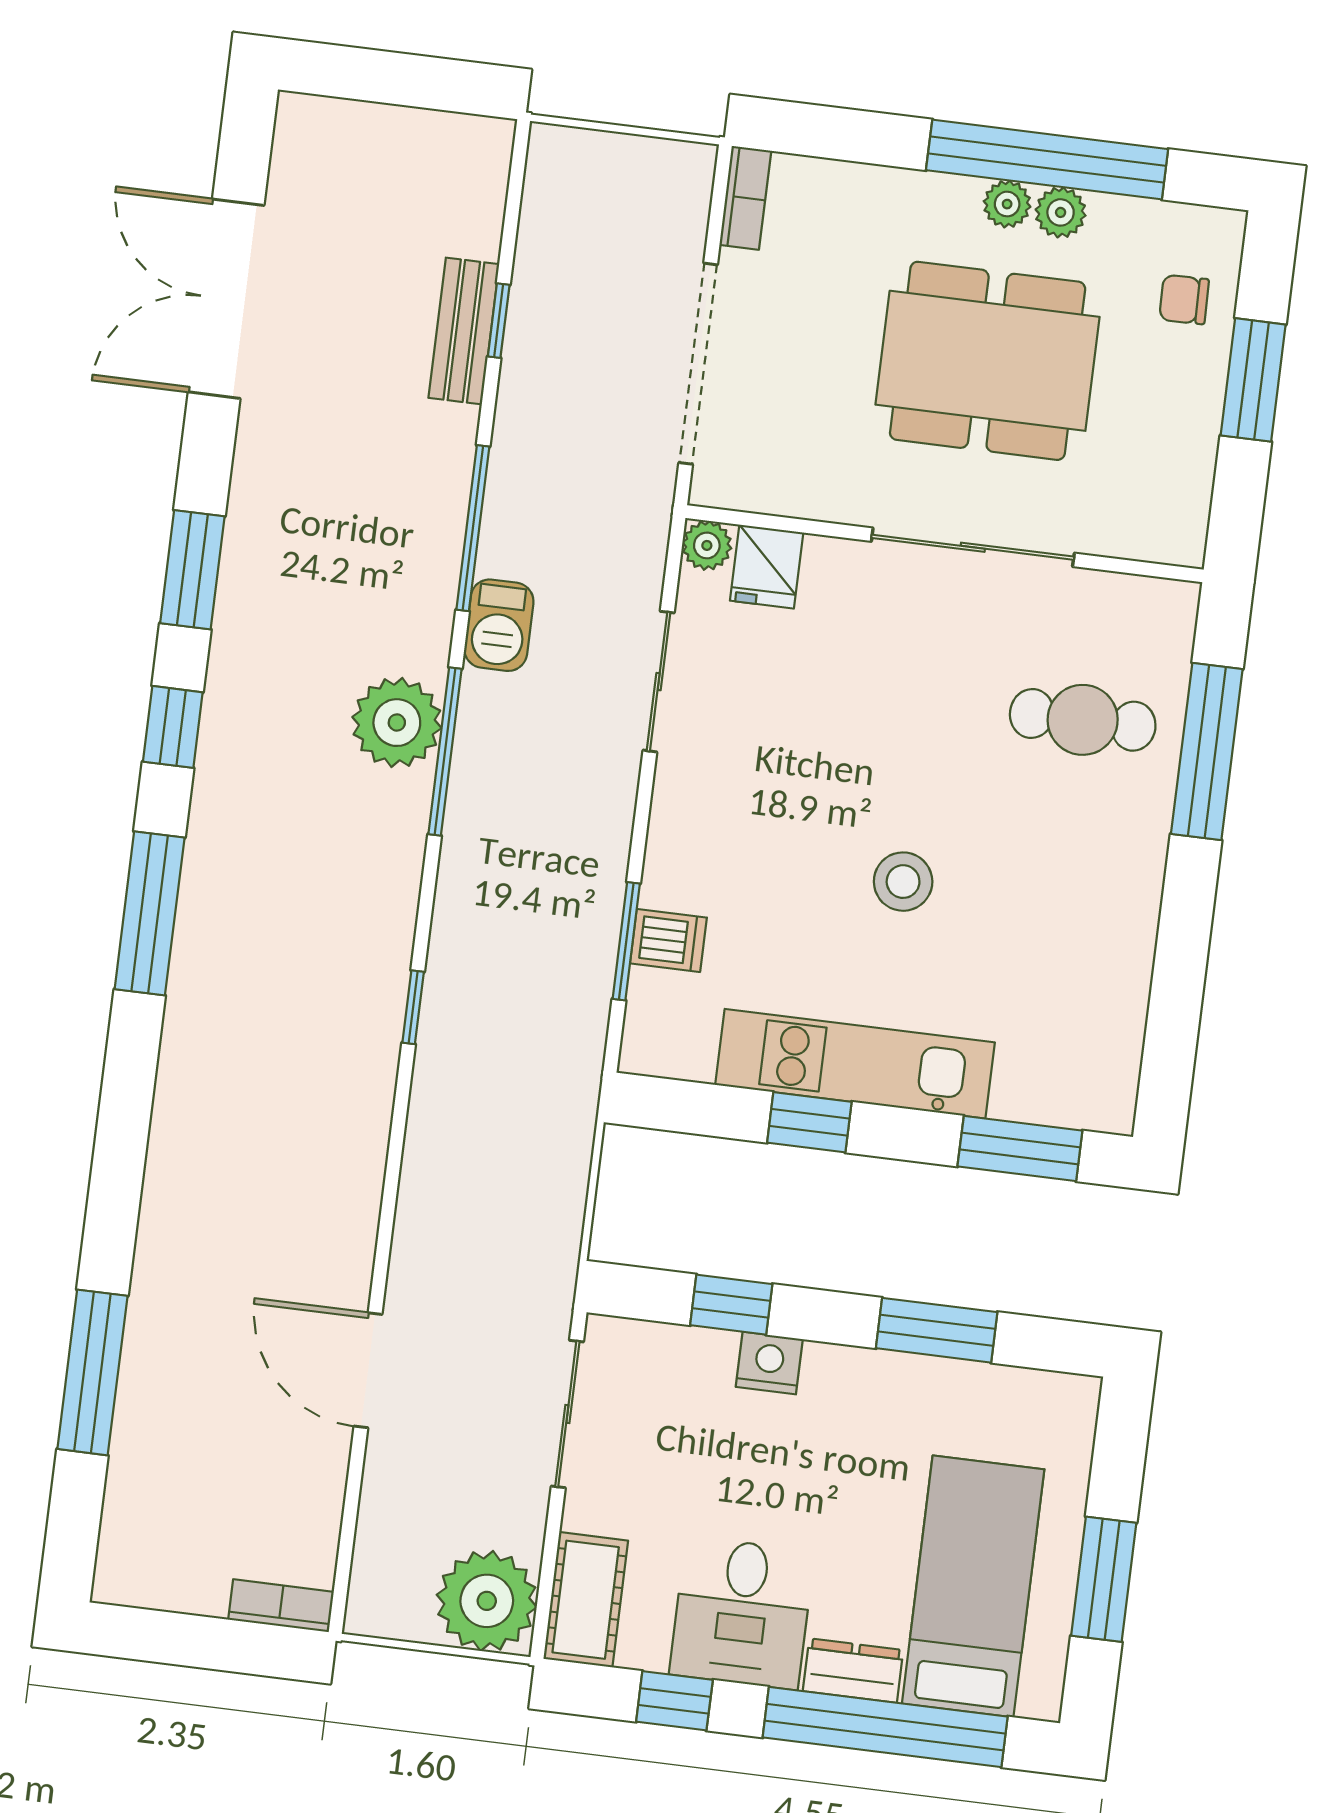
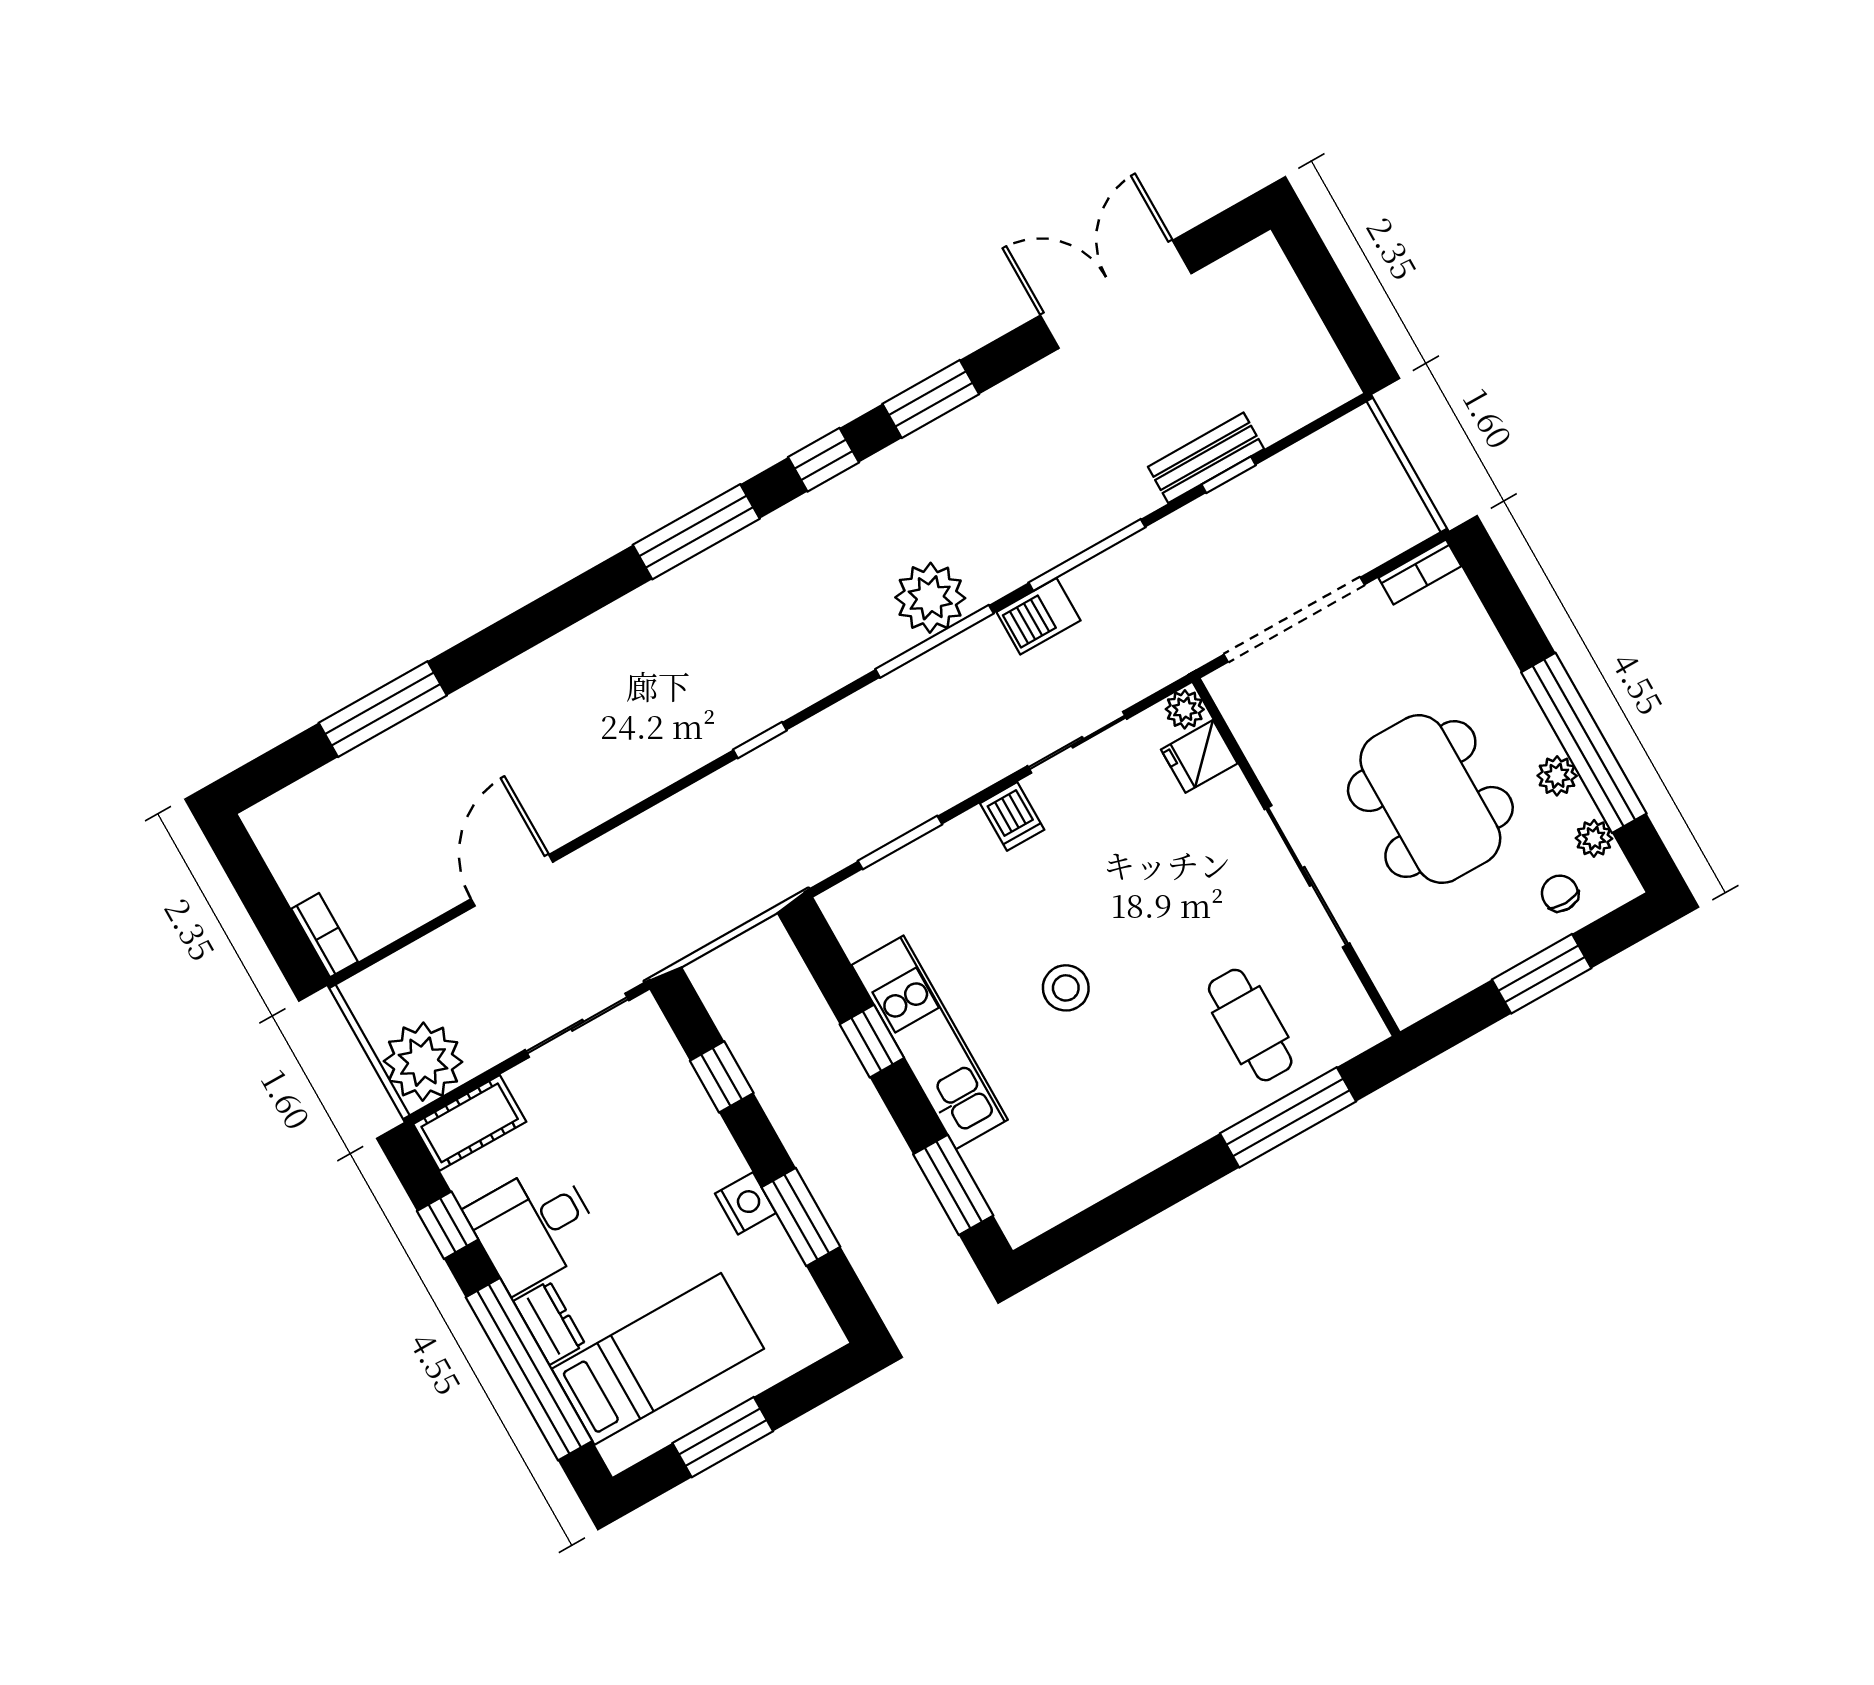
plant: (1007, 204) -> (1594, 838), moved
dishwasher: (668, 940) -> (1012, 816), moved
nightstand: (769, 1363) -> (746, 1203), moved

